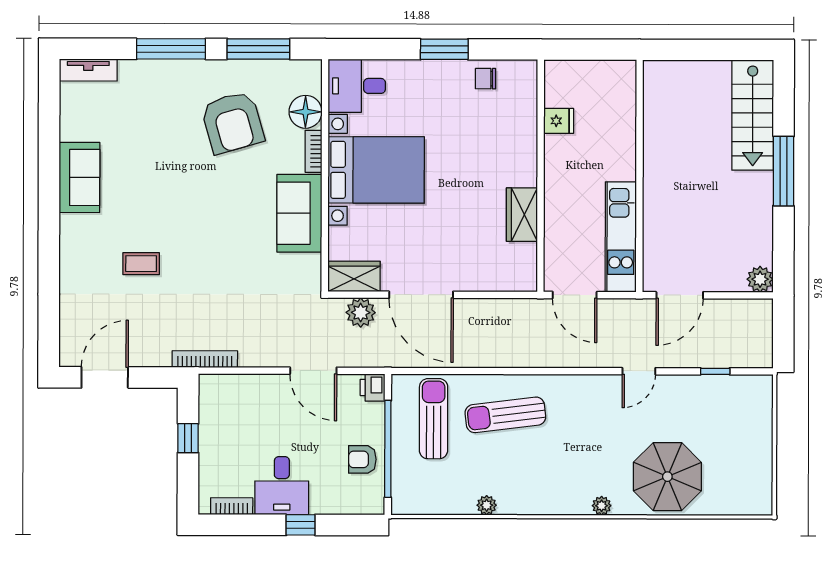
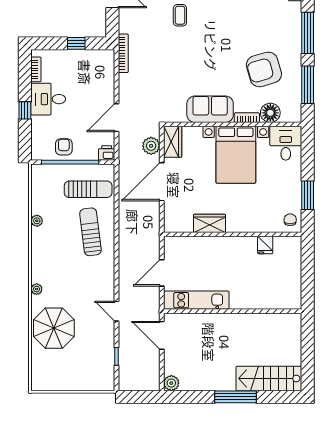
fridge: (559, 121) -> (265, 245), moved
wall: (541, 176) -> (233, 234), moved
wardrobe: (522, 215) -> (209, 223), moved

